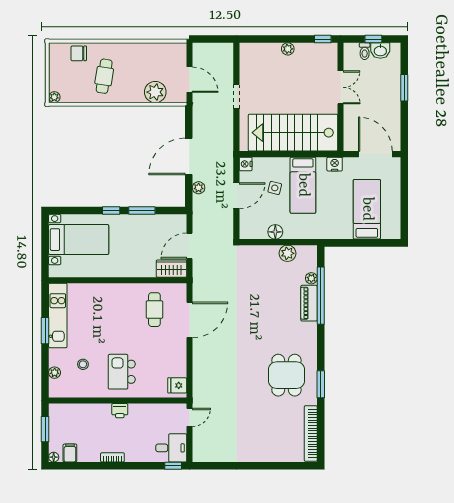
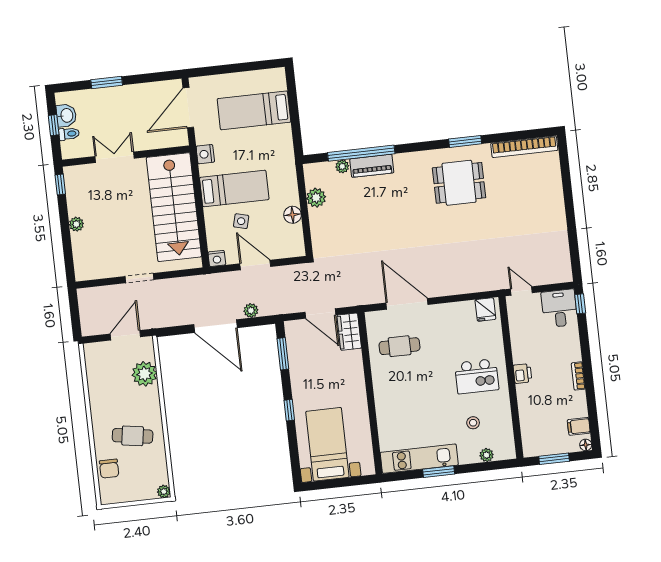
window: (142, 211) -> (283, 354), moved

